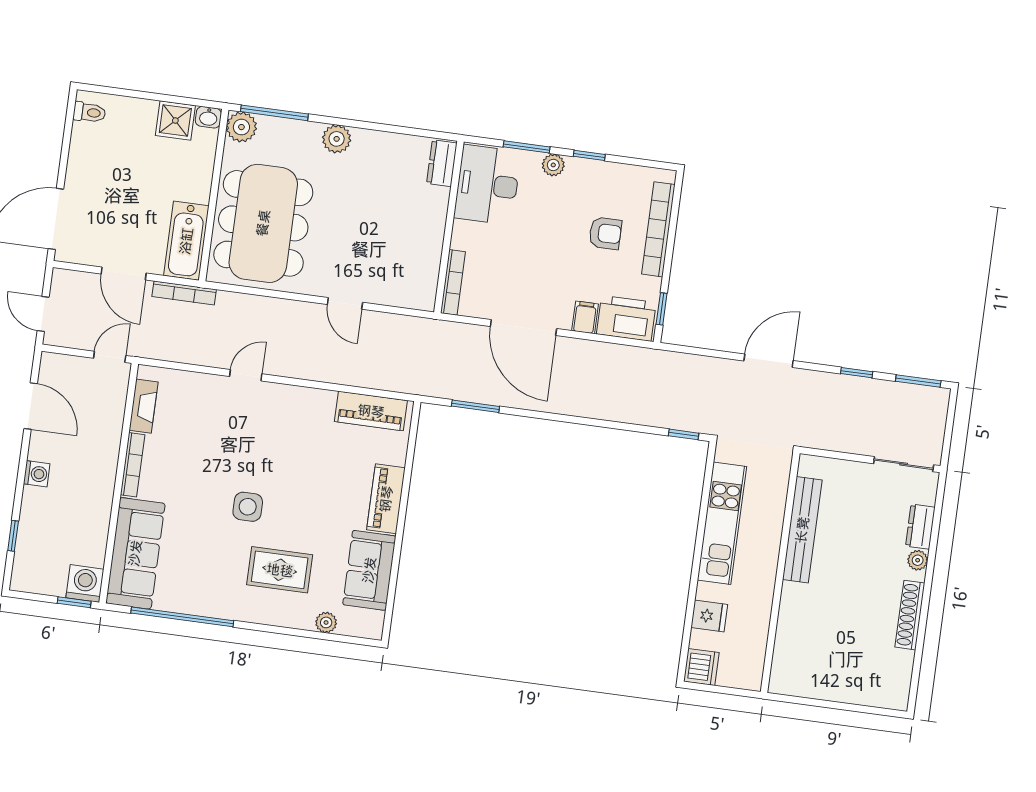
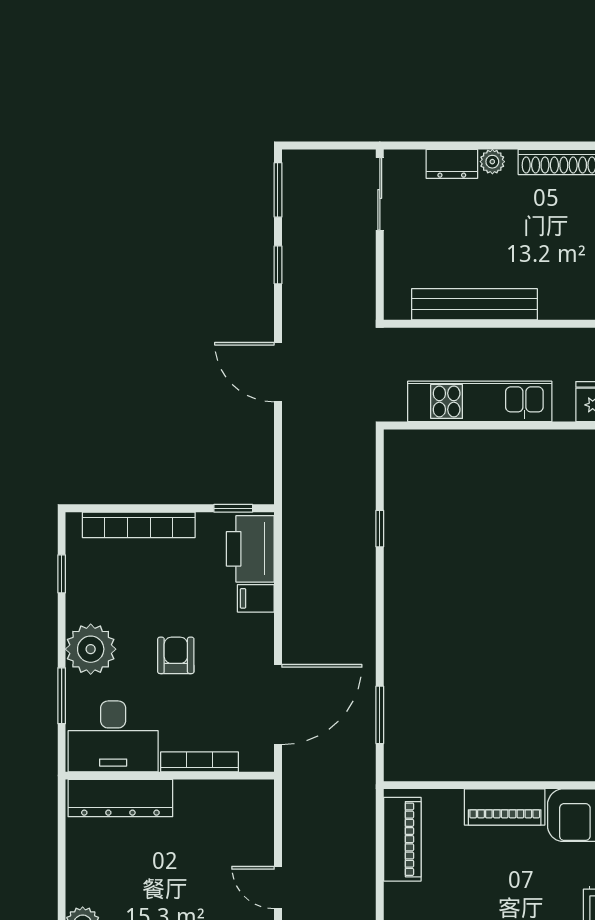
window: (589, 155) -> (62, 574), moved
dresser: (442, 163) -> (120, 798), width x1.96, depth x1.24
plant: (553, 165) -> (91, 649), width x1.88, depth x1.88
armchair: (605, 233) -> (176, 655), moved
bookcase: (453, 282) -> (200, 762), moved
door: (345, 303) -> (278, 887), swing flipped
door: (523, 328) -> (278, 704), moved
window: (684, 434) -> (380, 529), moved

